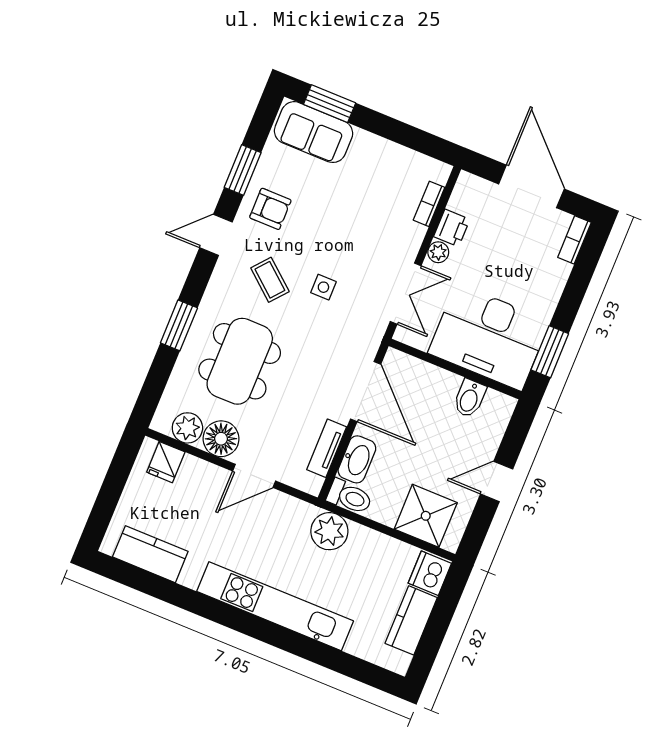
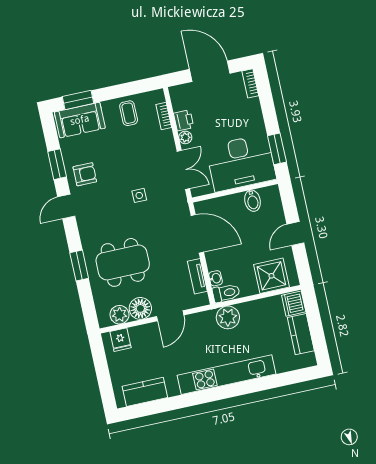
coffee table: (270, 280) -> (129, 113), moved, turned 50
dining table: (240, 361) -> (123, 262), turned 90
washbasin: (357, 459) -> (216, 278), width x0.52, depth x0.69

